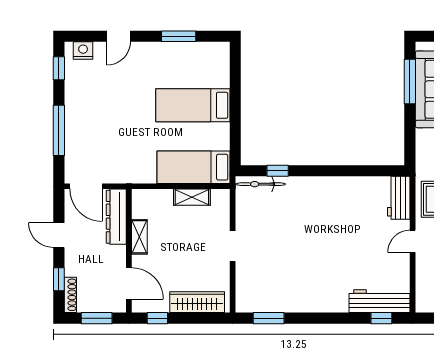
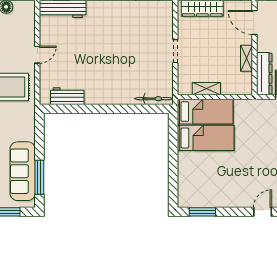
window: (179, 36) -> (202, 212), moved
bed: (193, 105) -> (206, 138), moved
window: (278, 171) -> (141, 109), removed
workbench: (399, 198) -> (67, 96), moved, turned -90

